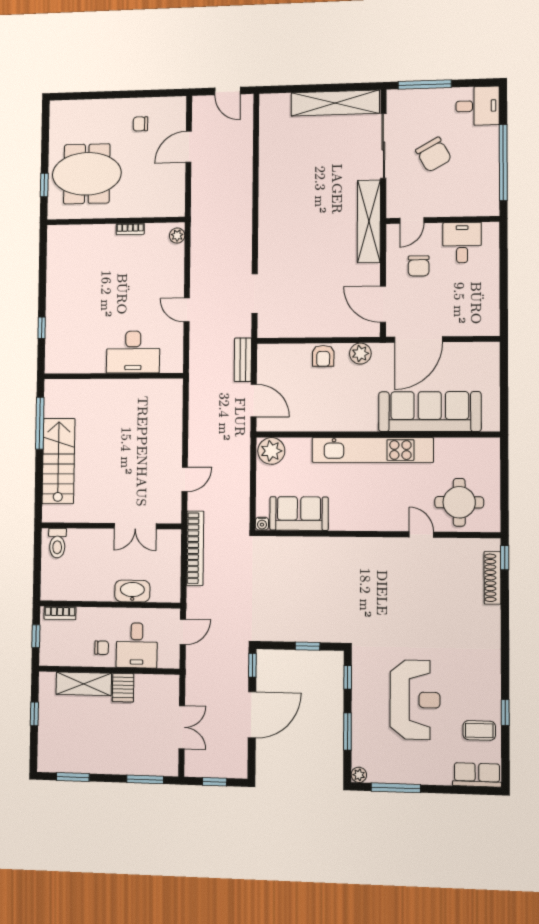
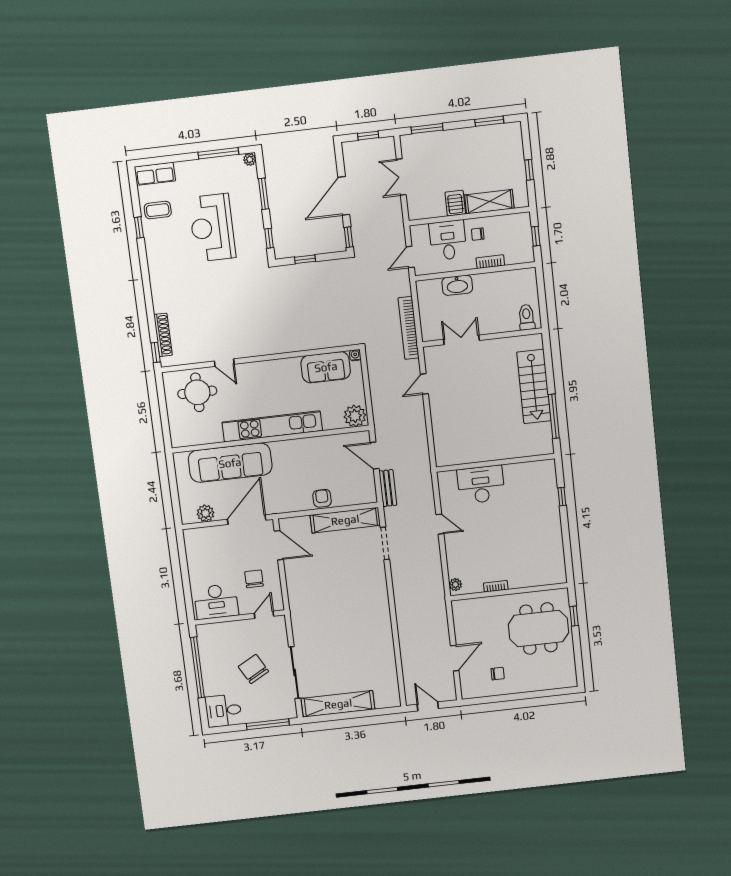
shelving: (369, 221) -> (345, 520), moved, turned 90
desk: (462, 243) -> (216, 602), width x1.37
plant: (360, 354) -> (205, 513), moved
bookcase: (60, 613) -> (490, 262), moved

